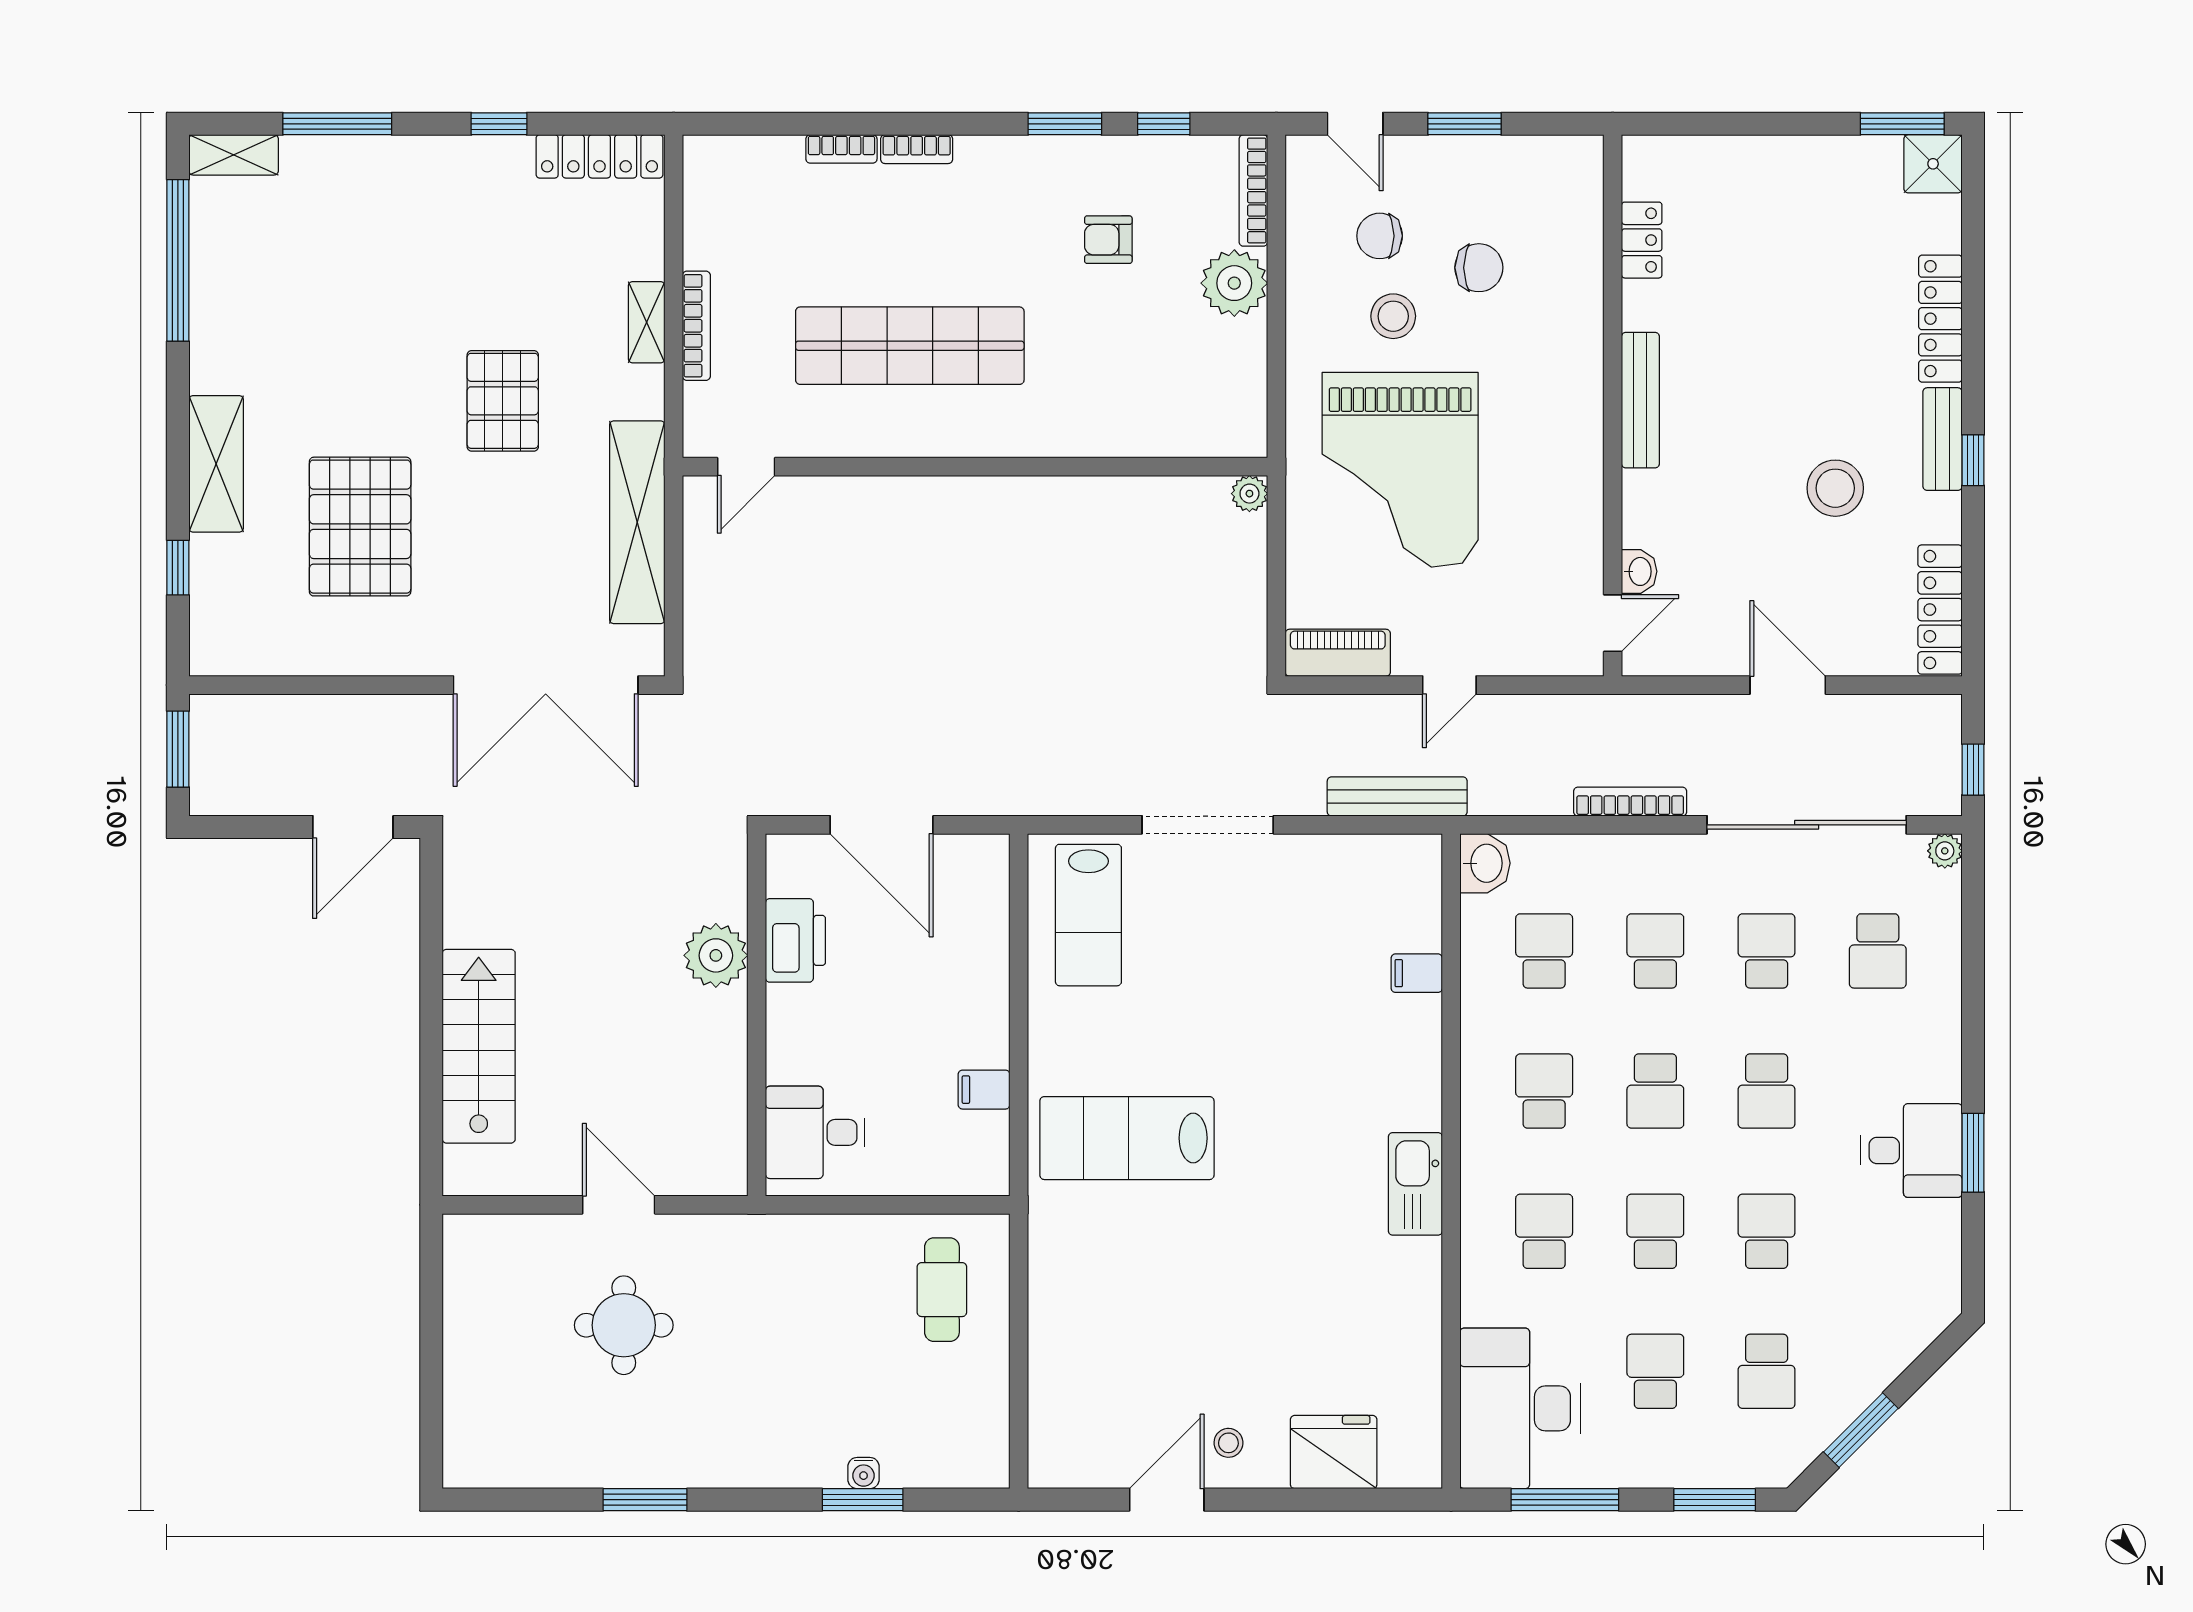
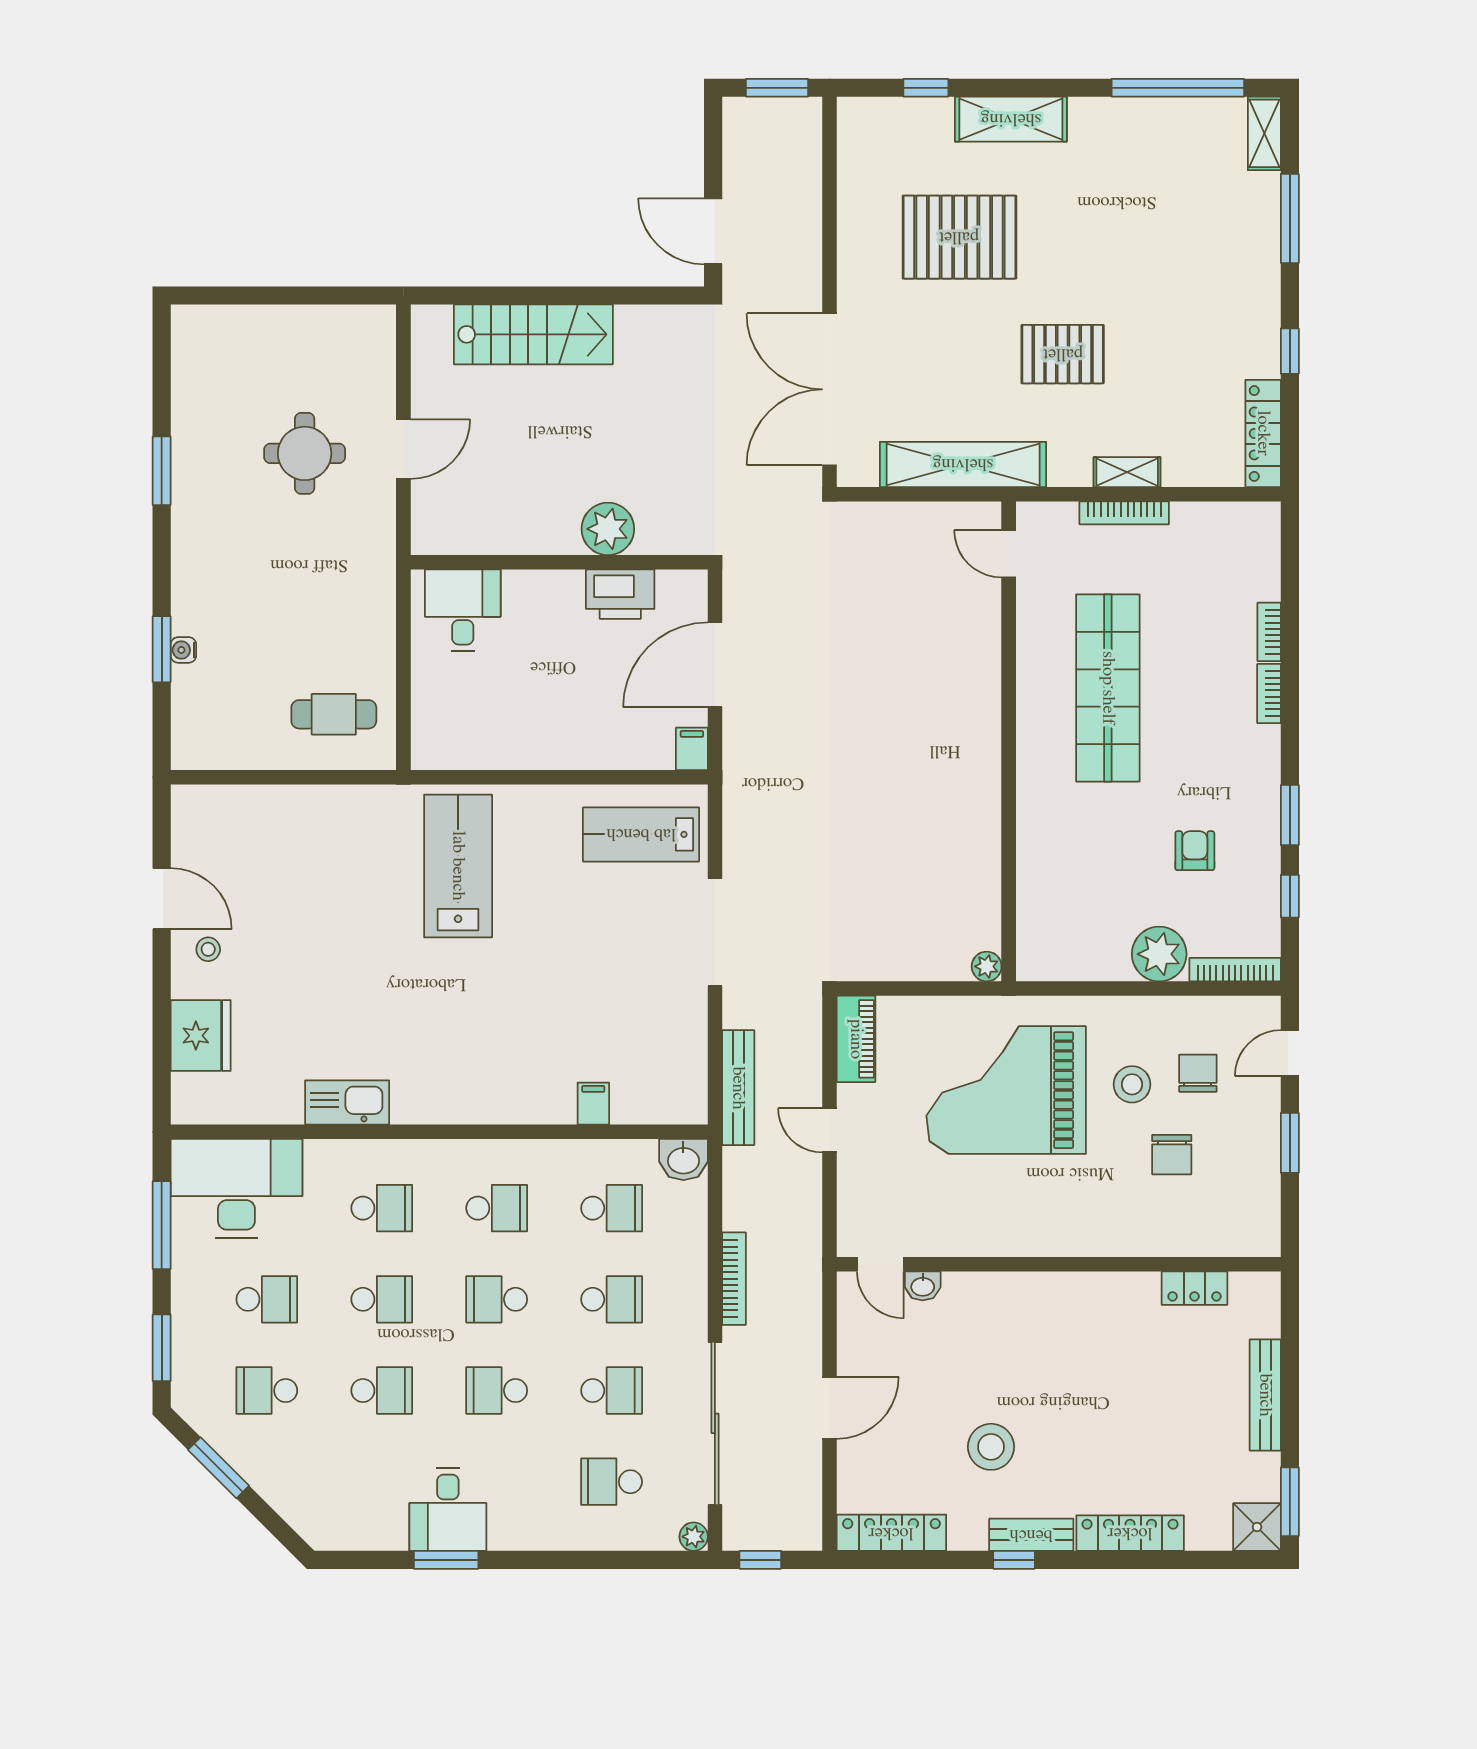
bench: (1640, 400) -> (1265, 1395), moved, turned 90
filing cabinet: (984, 1090) -> (692, 749), moved
kitchen sink: (1415, 1184) -> (347, 1102), moved

